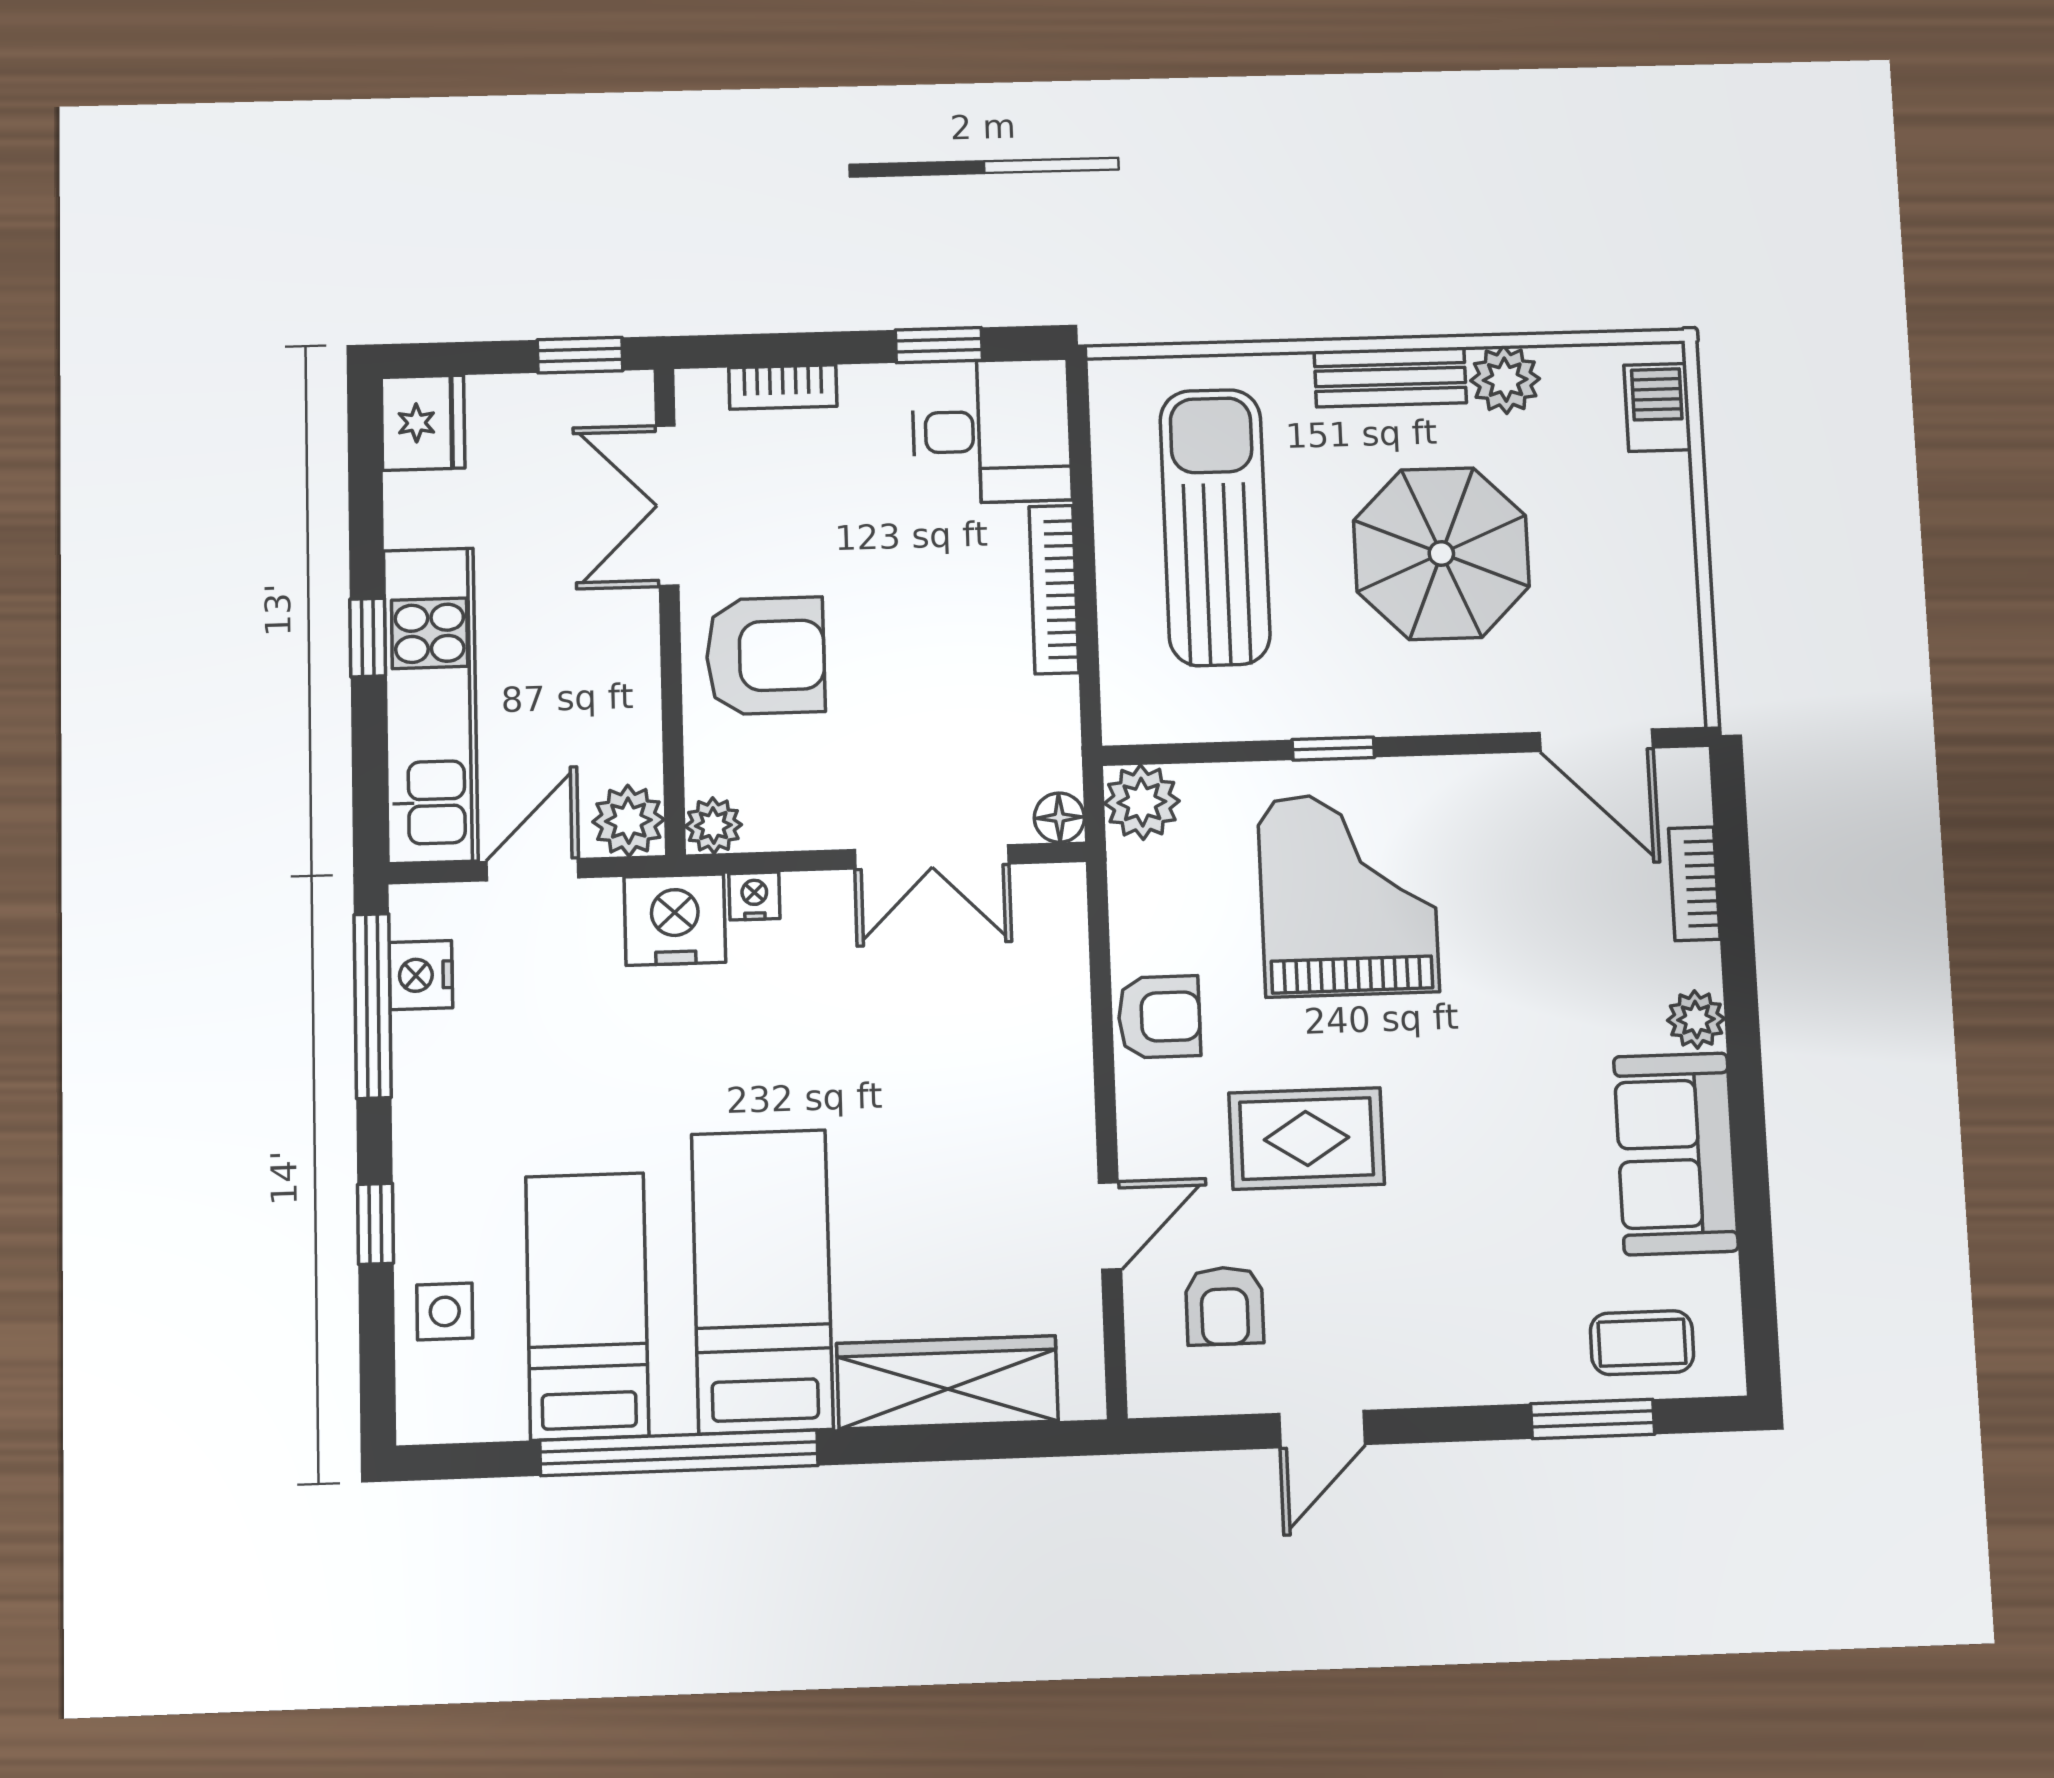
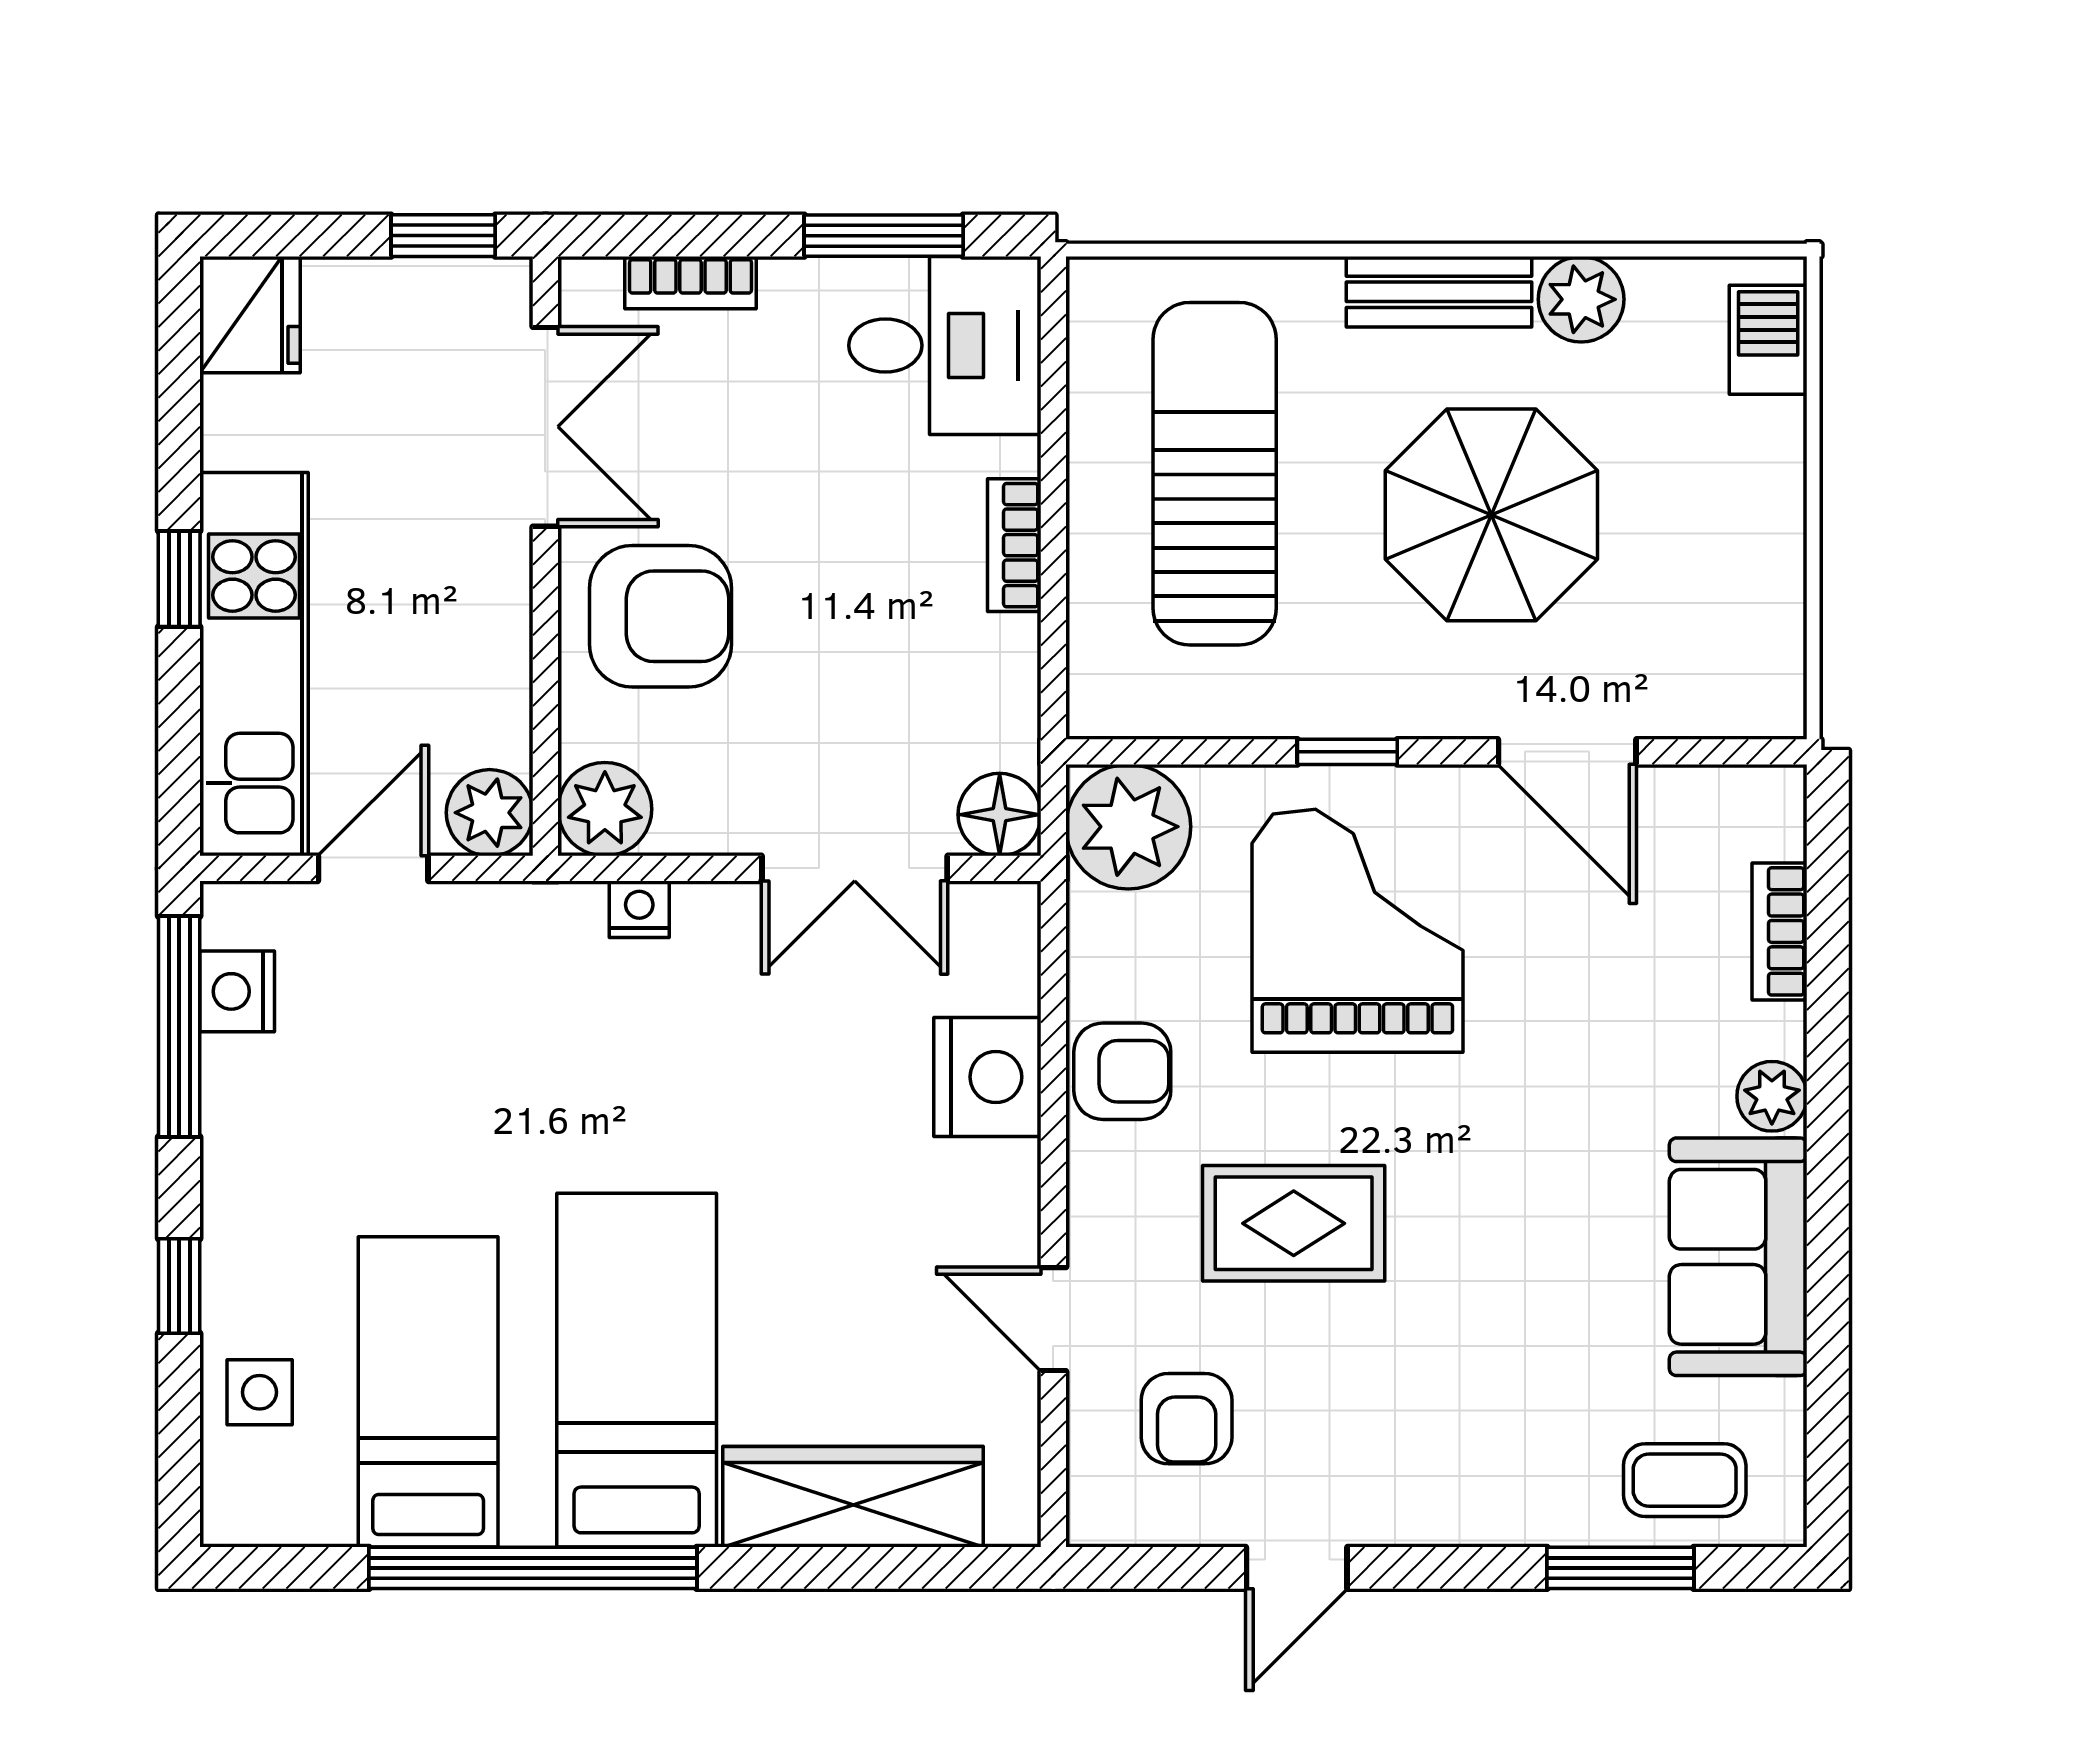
window: (939, 345) -> (884, 236), width x1.50
double door: (667, 506) -> (545, 427), swing flipped
bookcase: (1054, 590) -> (1014, 545), width x0.64
door: (1596, 740) -> (1567, 752), moved
plant: (1142, 802) -> (1128, 827), width x1.36, depth x1.36
floor lamp: (1059, 818) -> (1000, 815), width x1.37, depth x1.37
plant: (713, 825) -> (605, 809), width x1.38, depth x1.38
nightstand: (675, 920) -> (987, 1077), moved, turned 90
door: (1110, 1226) -> (1053, 1319), swing flipped

